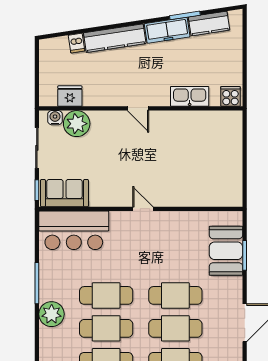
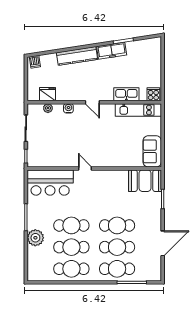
kitchen counter: (209, 24) -> (139, 46), removed
dishwasher: (76, 43) -> (35, 62), moved
water cooler: (55, 118) -> (68, 108), moved
kitchen unit: (208, 120) -> (138, 110), added
plant: (77, 124) -> (48, 108), width x0.53, depth x0.53
sofa: (64, 193) -> (152, 151), moved, turned -90
door: (143, 209) -> (85, 168), moved
booth: (226, 251) -> (145, 181), moved, turned 90

